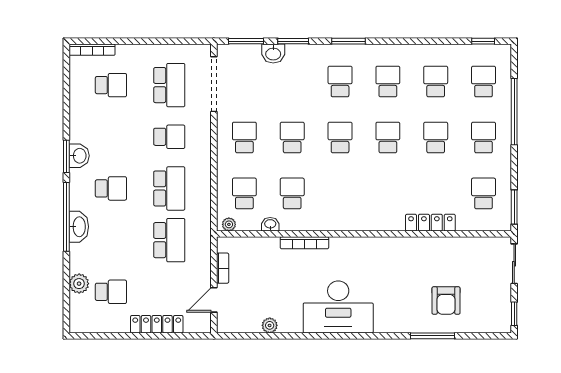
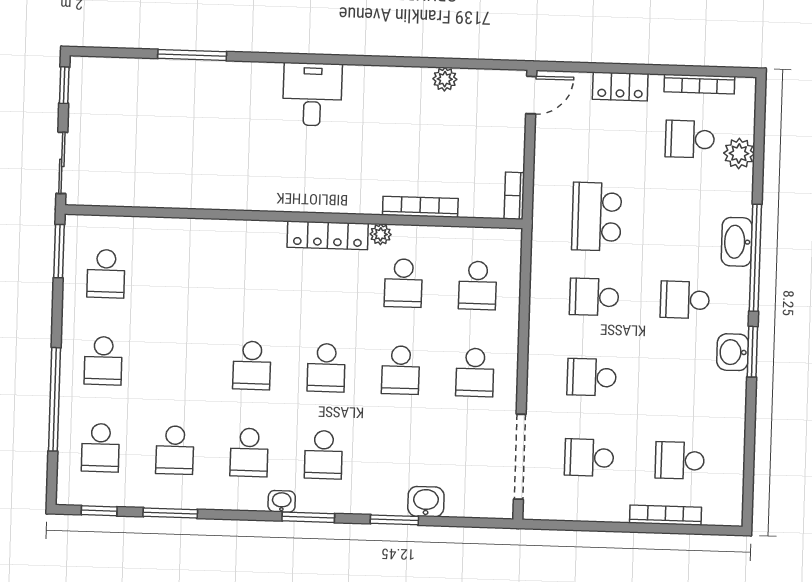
window: (246, 41) -> (170, 513), moved
bookcase: (92, 50) -> (666, 515), moved
school desk: (169, 85) -> (589, 458), width x0.54
school desk: (436, 137) -> (178, 363), removed
school desk: (169, 188) -> (594, 297), width x0.54
locker: (430, 223) -> (328, 235), moved
plant: (229, 224) -> (381, 234), moved
washbasin: (270, 224) -> (282, 501), moved, turned 180
bookcase: (304, 243) -> (420, 207), moved
bookcase: (223, 268) -> (514, 196), moved
door: (214, 300) -> (531, 95), moved
armchair: (446, 301) -> (169, 109), removed
desk: (338, 307) -> (312, 94), width x0.53, depth x0.77
locker: (157, 324) -> (620, 86), width x0.66
bookcase: (106, 327) -> (699, 84), added

